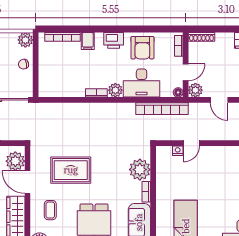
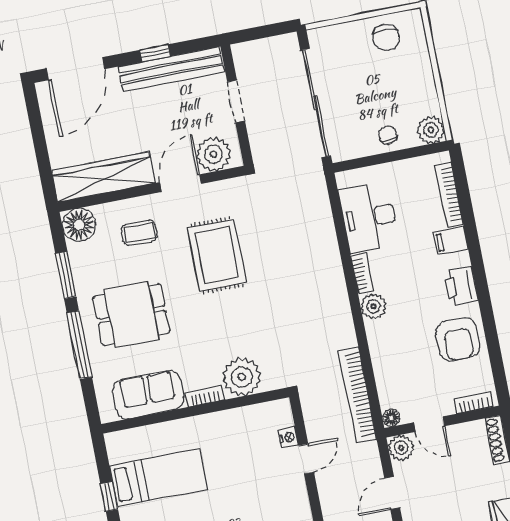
armchair: (142, 48) -> (458, 339), turned -90
desk: (142, 83) -> (369, 217), moved
door: (191, 143) -> (306, 459), swing flipped

